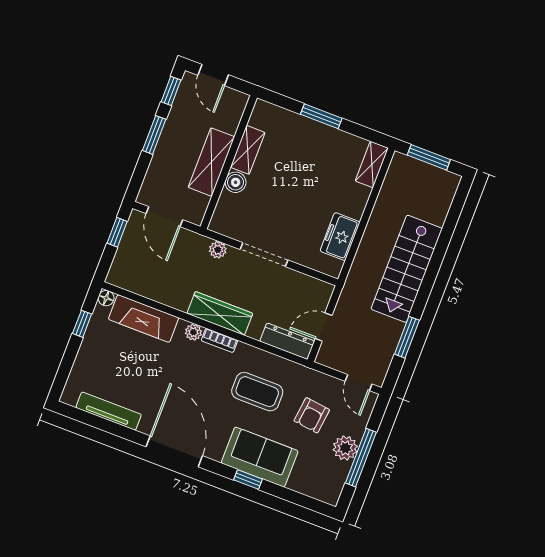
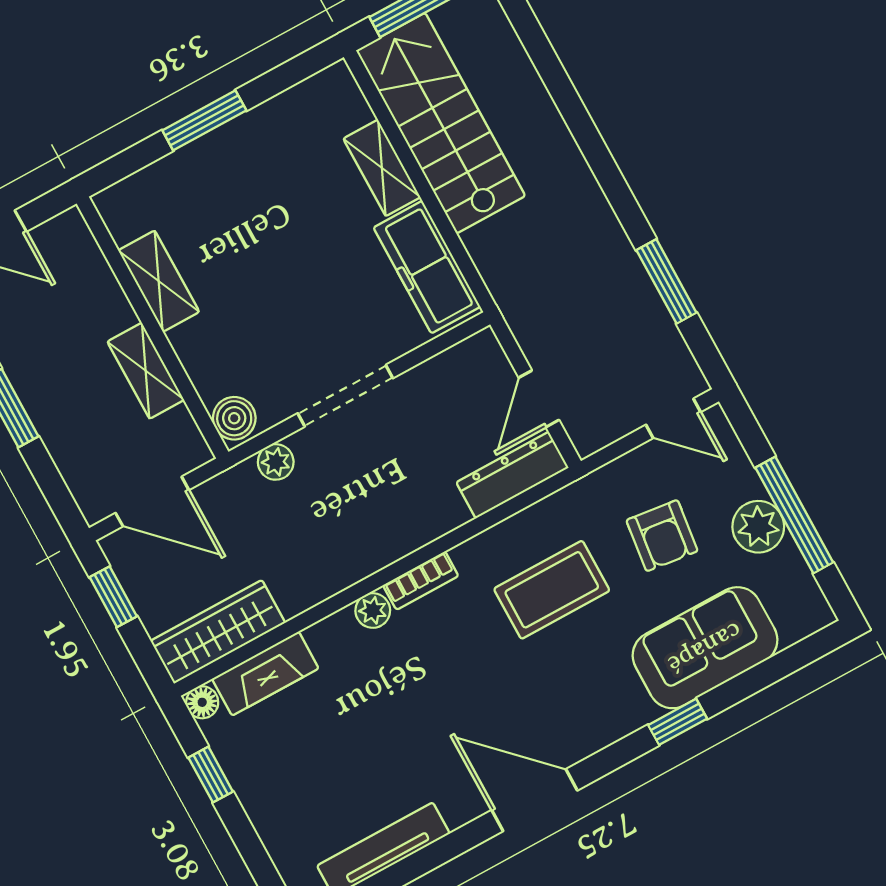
shelving: (211, 162) -> (146, 371), width x0.67, depth x0.75
shelving: (372, 164) -> (382, 168), moved
boiler: (236, 182) -> (234, 418), moved
freezer: (340, 237) -> (427, 267), width x1.40
stairs: (407, 269) -> (441, 123), moved, turned 180
wardrobe: (220, 313) -> (218, 632), moved
fireplace: (144, 319) -> (265, 674), width x0.73, depth x0.76
door: (174, 451) -> (534, 800), width x0.73
sofa: (260, 457) -> (705, 648), moved

